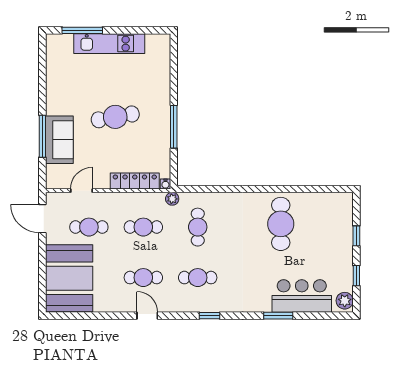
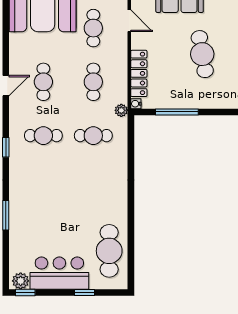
window: (174, 127) -> (177, 112), moved
cafe table: (281, 224) -> (109, 251), moved, turned 90
window: (356, 276) -> (25, 292), moved
cafe table: (198, 278) -> (43, 136), turned 90
bar counter: (302, 296) -> (59, 273), moved, turned -90

